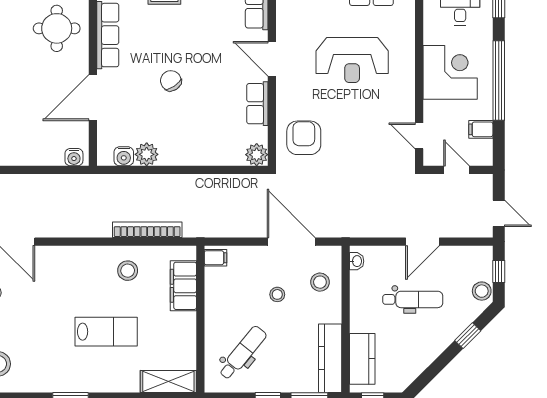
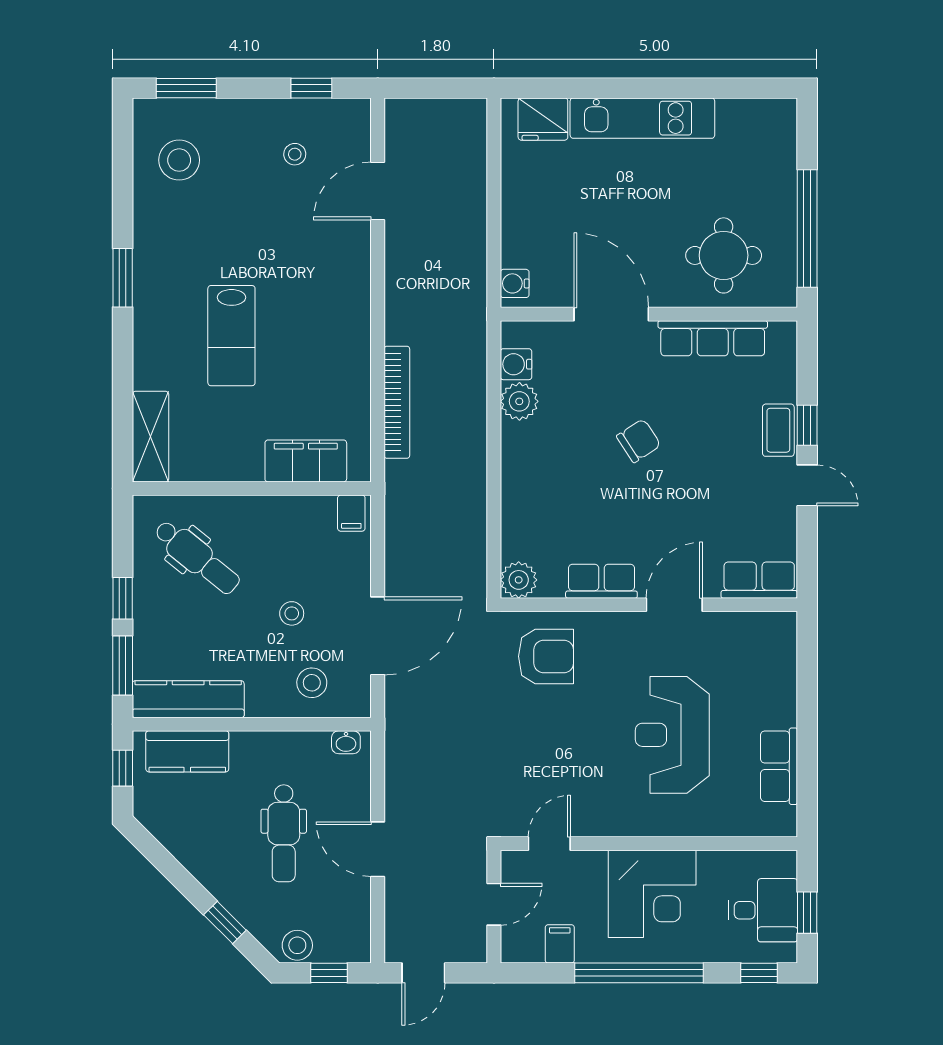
stool: (128, 271) -> (330, 371), removed

